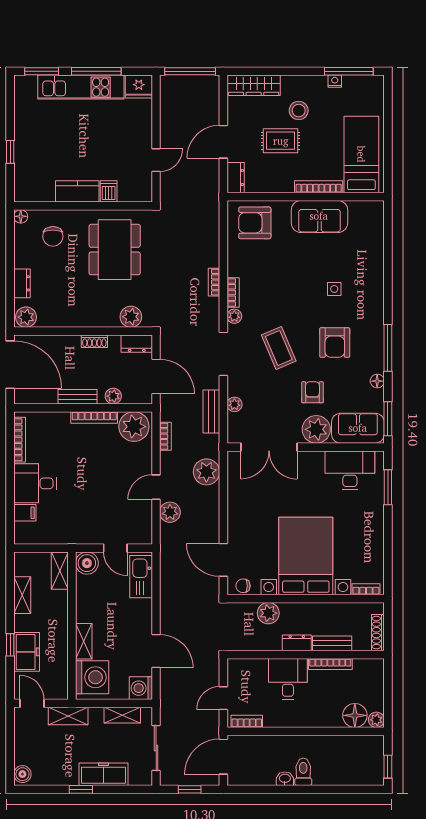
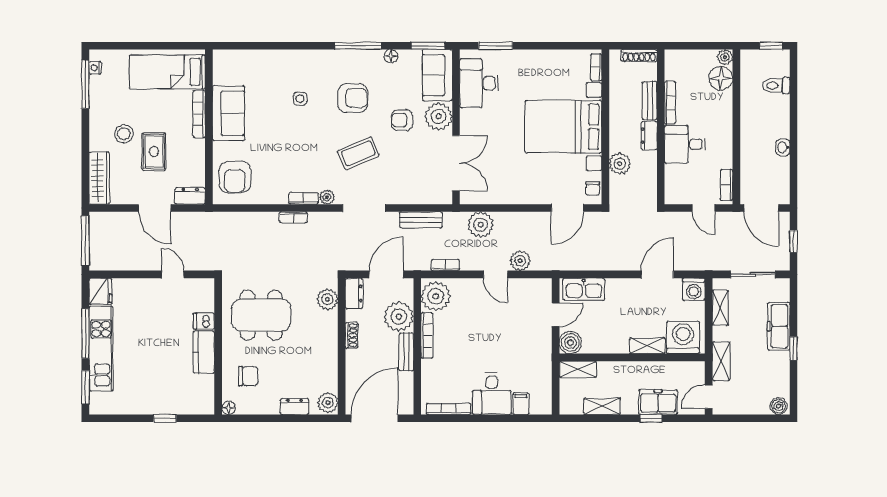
nightstand: (335, 81) -> (95, 68), moved
plant: (113, 396) -> (399, 317), width x1.88, depth x1.88
plant: (234, 404) -> (414, 197), removed
toilet: (303, 772) -> (776, 86), moved

